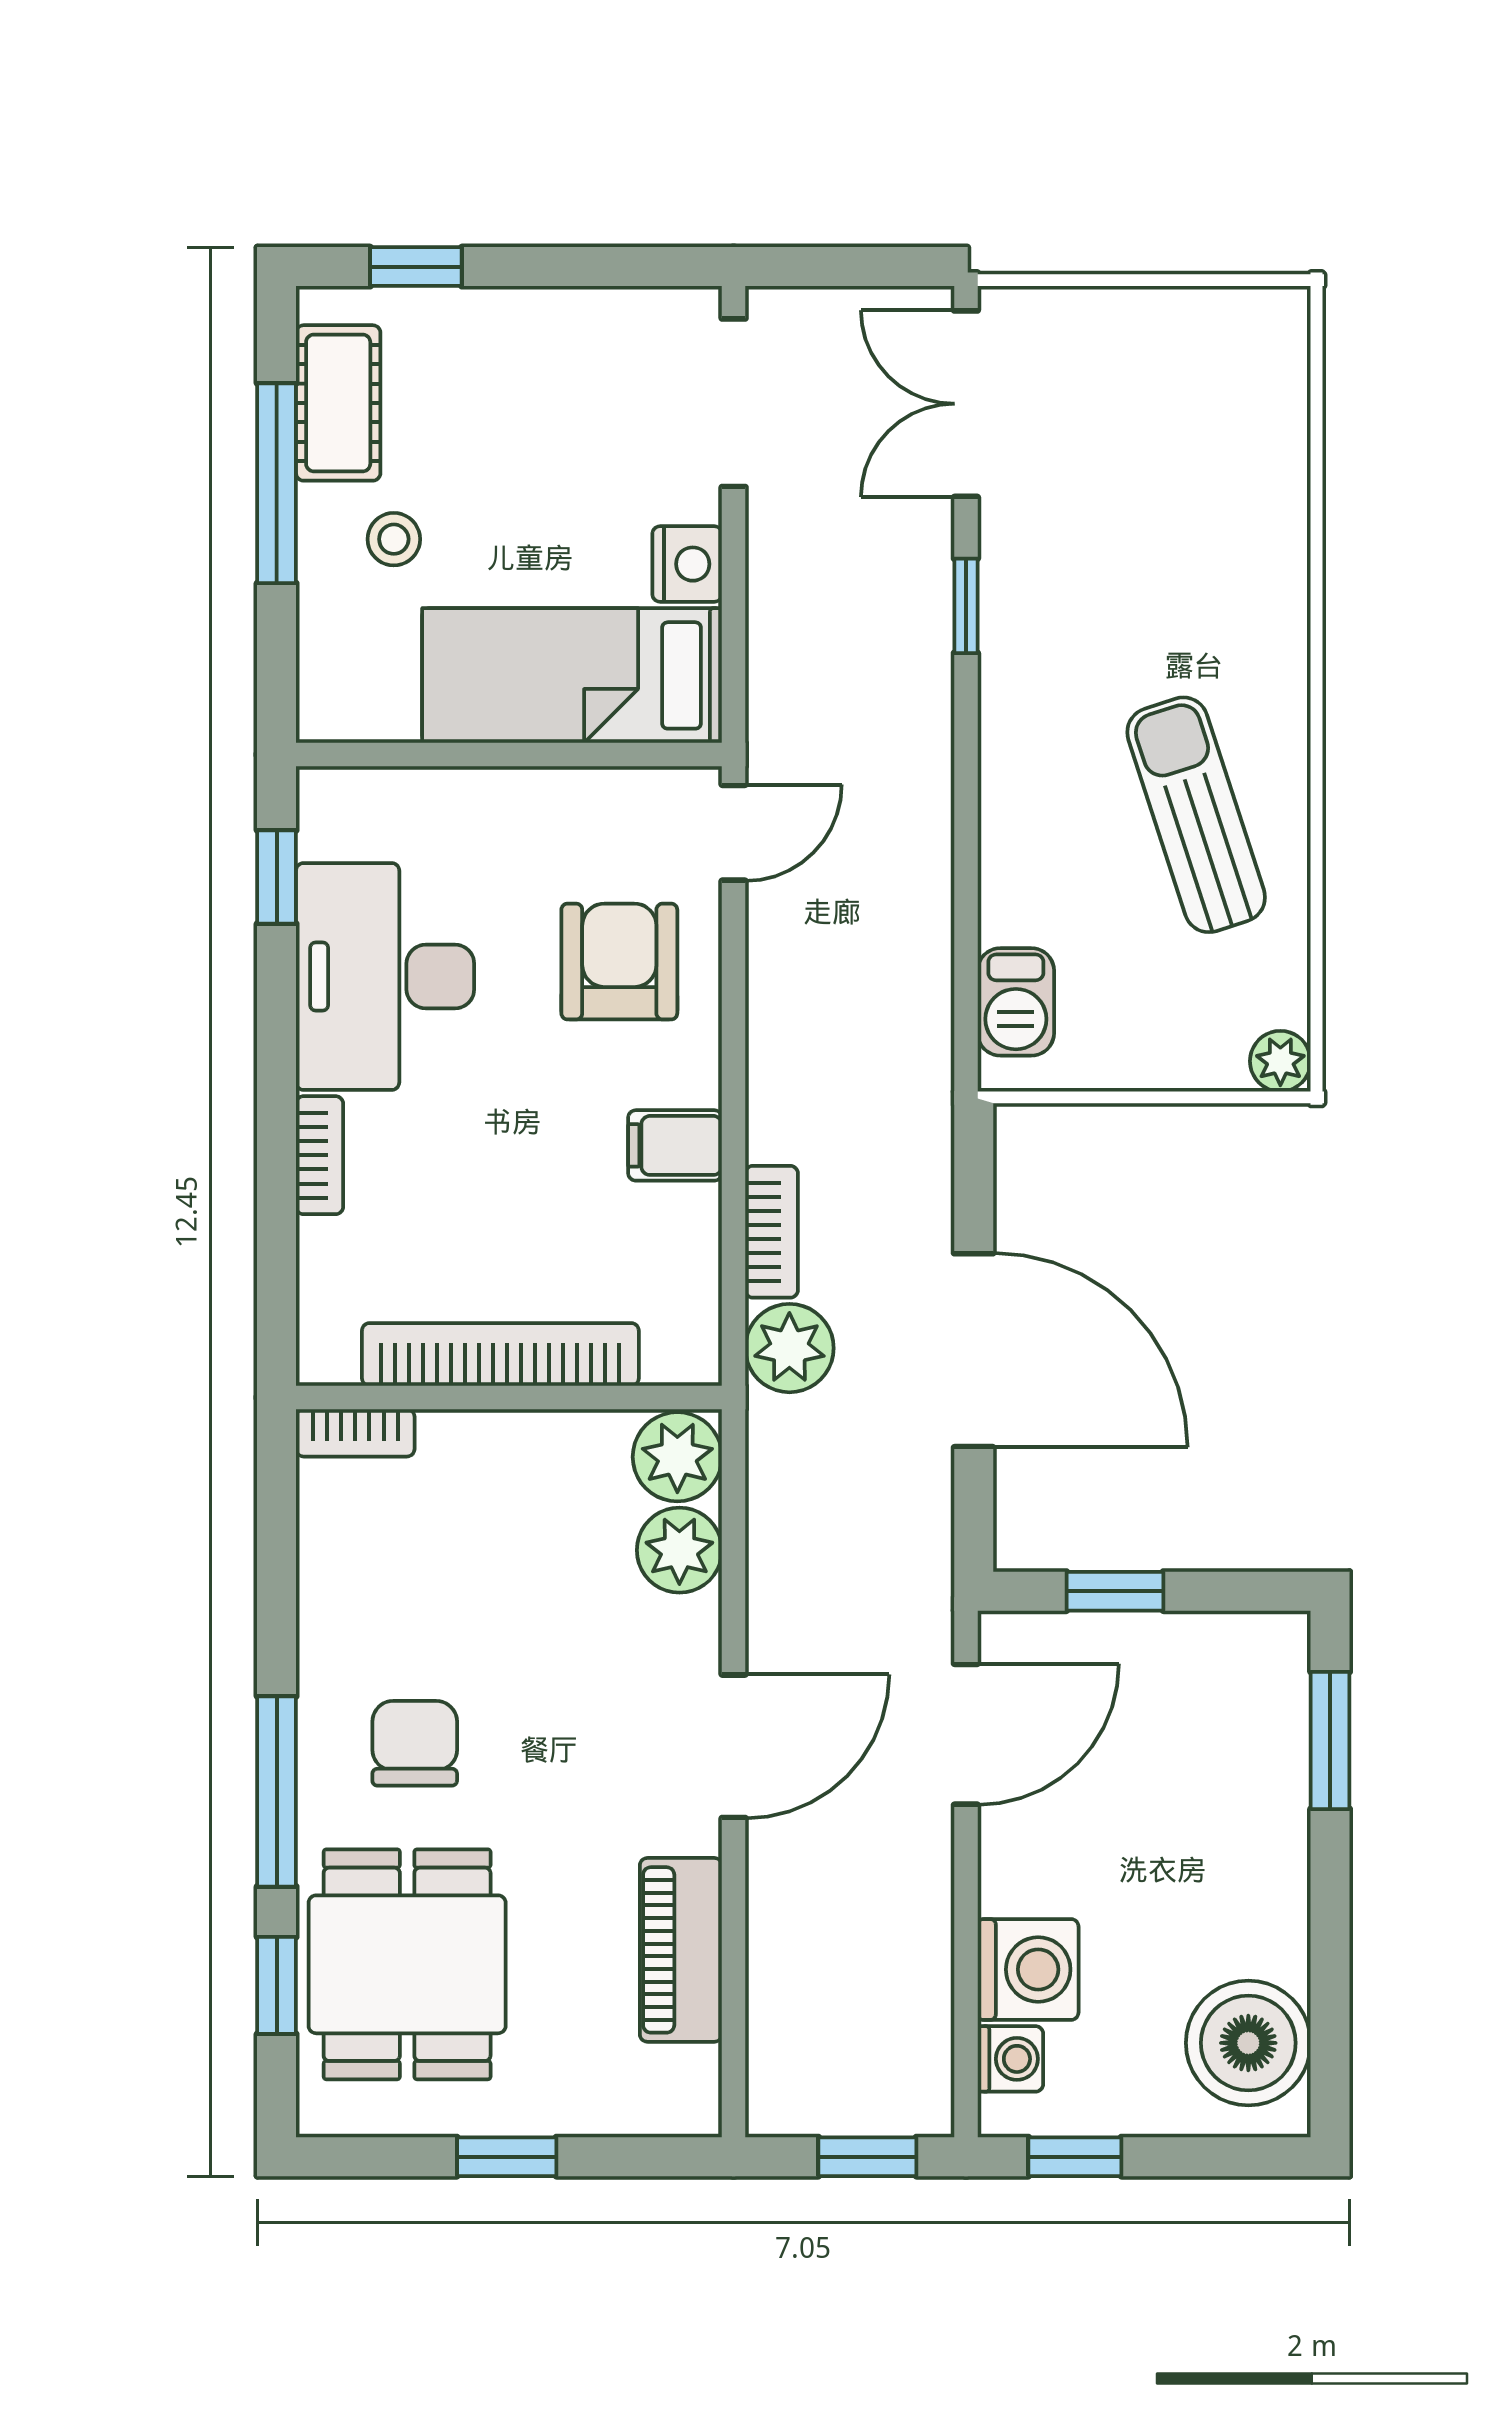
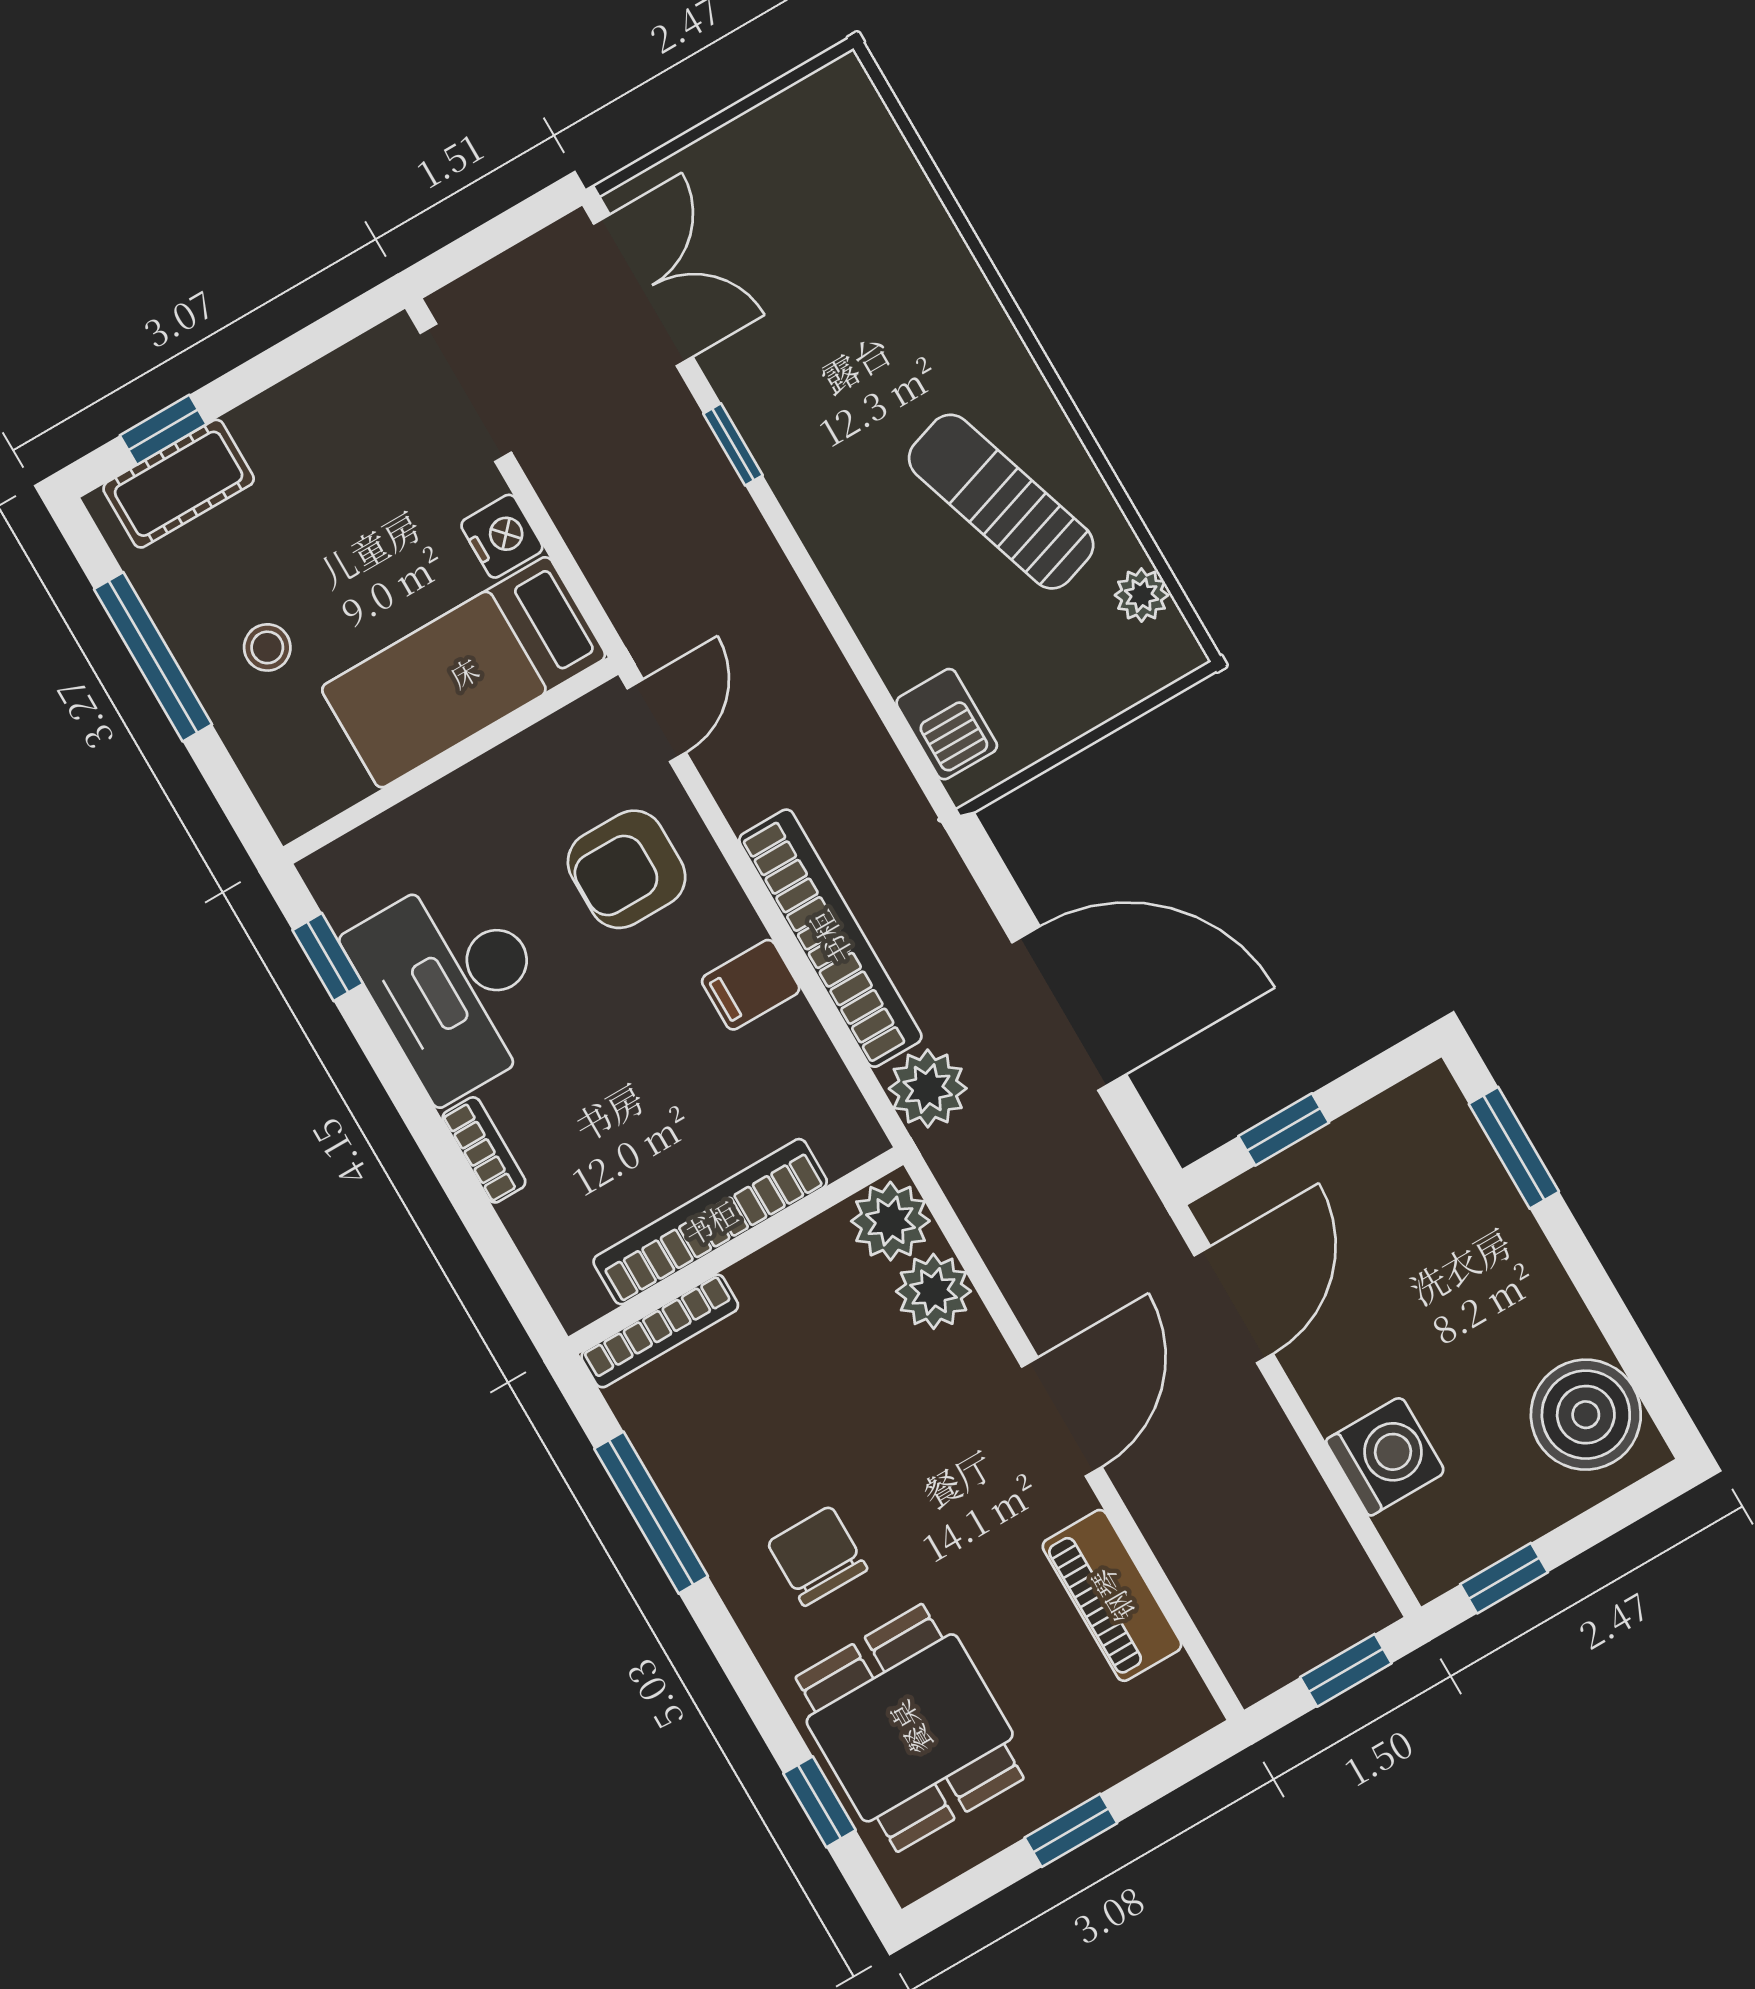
cot: (338, 403) -> (179, 484), moved, turned 90
double door: (966, 404) -> (643, 290), swing flipped
armchair: (619, 962) -> (627, 869), turned -90
plant: (1280, 1061) -> (1141, 595), moved
bookcase: (772, 1232) -> (830, 938), width x2.31, depth x1.31
bookcase: (355, 1433) -> (660, 1331), width x1.56
window: (277, 1791) -> (651, 1513), moved
washing machine: (1010, 2059) -> (1411, 1532), removed

